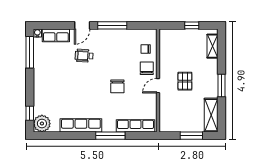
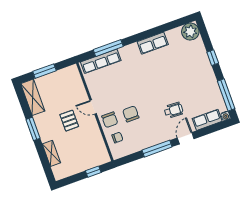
window: (192, 25) -> (93, 172), moved
shelving: (213, 46) -> (51, 153), moved
chair: (117, 86) -> (131, 114), moved
door: (158, 86) -> (93, 107), swing flipped
window: (30, 113) -> (213, 58), moved
row of seats: (81, 125) -> (153, 43), width x0.68
window: (110, 136) -> (108, 48), moved

